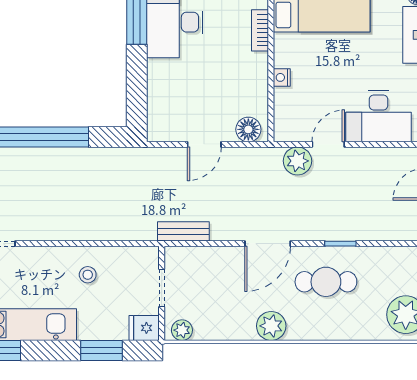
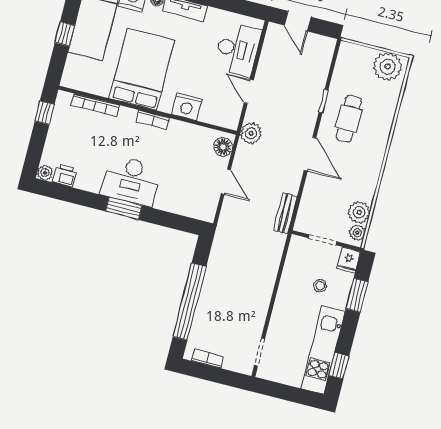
nightstand: (282, 77) -> (187, 107), width x1.89, depth x1.79
plant: (297, 161) -> (251, 133), moved
stool: (88, 275) -> (320, 286), moved
plant: (271, 326) -> (359, 212), moved

